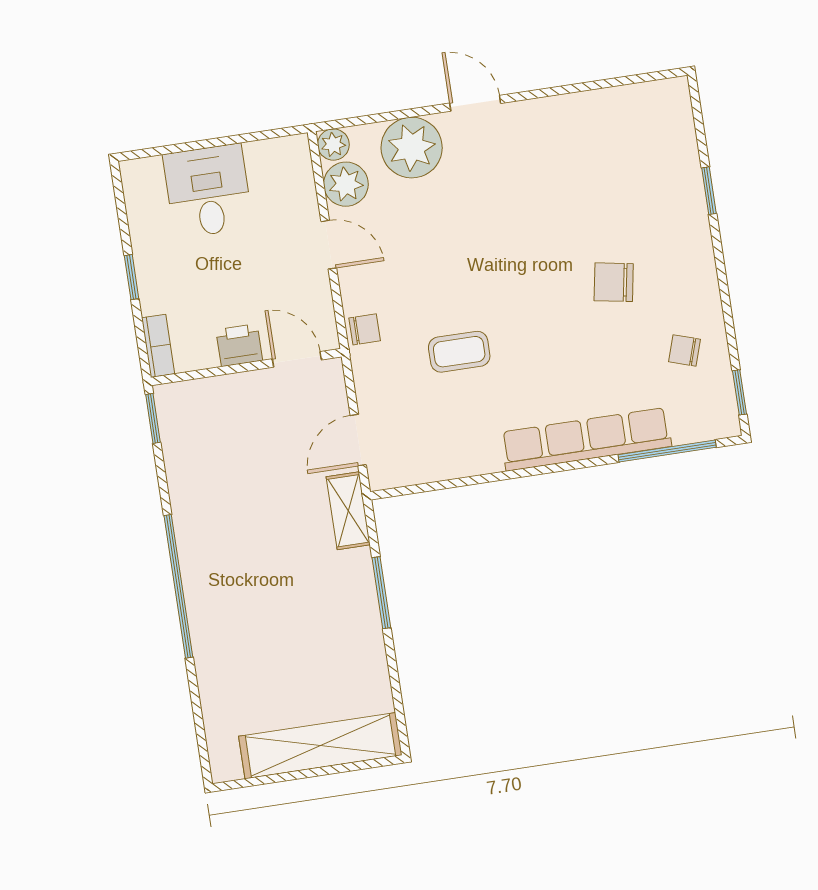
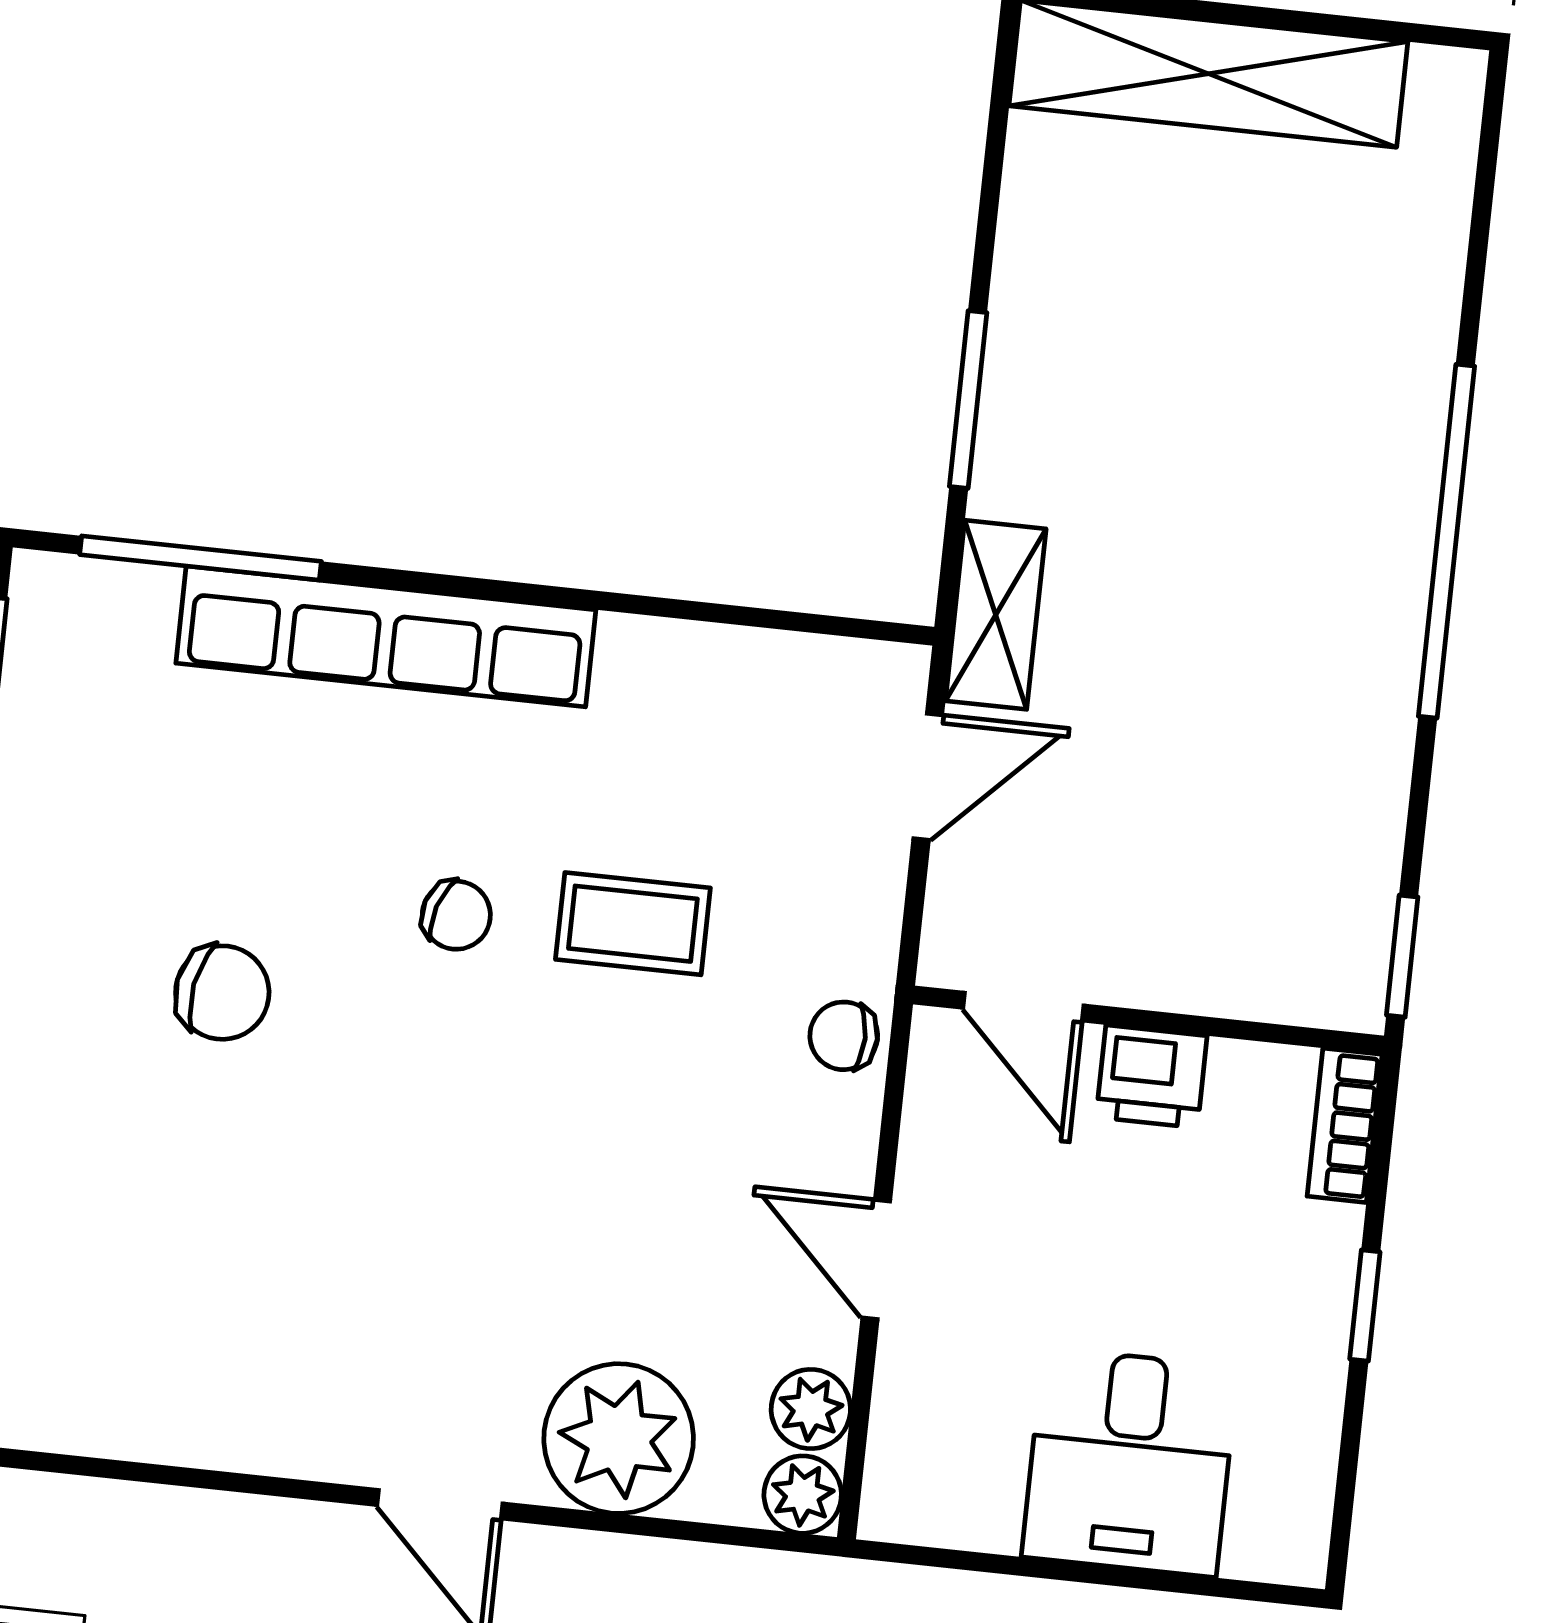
plant: (346, 184) -> (811, 1409), width x0.73, depth x0.73
chair: (684, 350) -> (456, 915), moved

